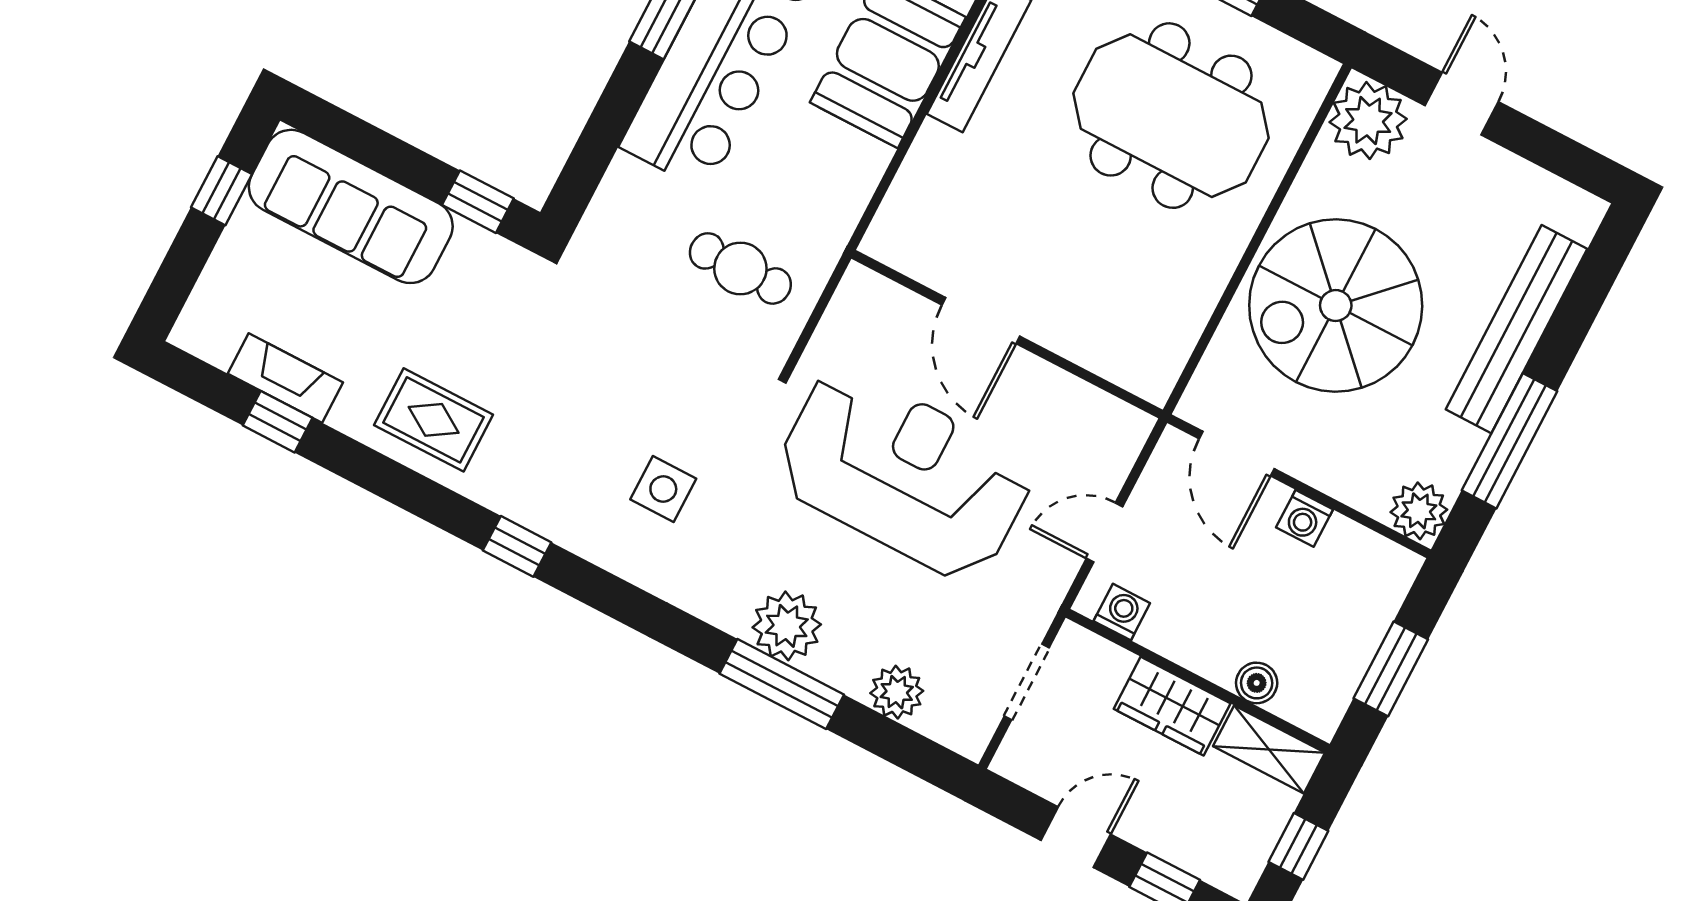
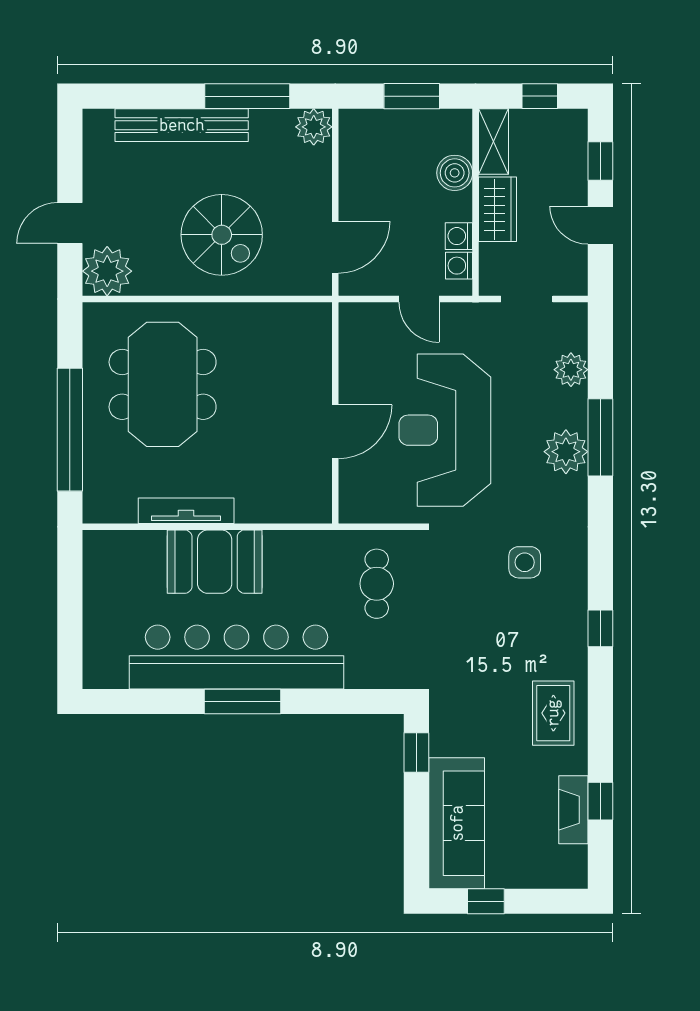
spiral stairs: (1336, 306) -> (222, 235), width x0.73, depth x0.73
washing machine: (1305, 518) -> (459, 236), moved, turned 180
boiler: (1257, 683) -> (455, 173), width x1.36, depth x1.36

